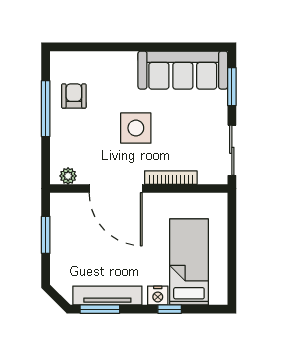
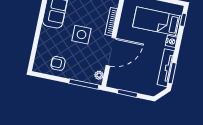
window: (46, 109) -> (84, 84), moved
window: (170, 309) -> (183, 20), moved

